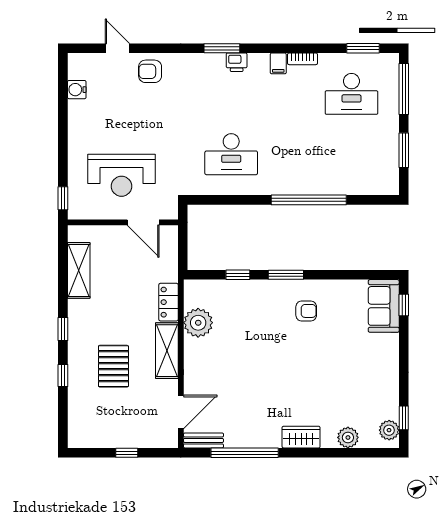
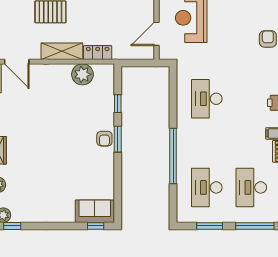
desk: (351, 154) -> (207, 187), added
armchair: (306, 311) -> (104, 139), moved

